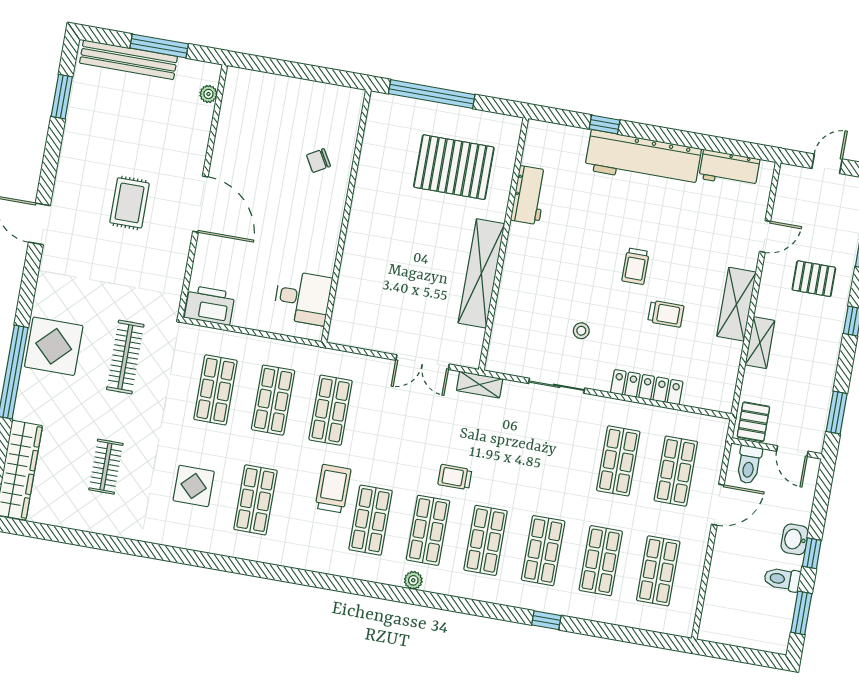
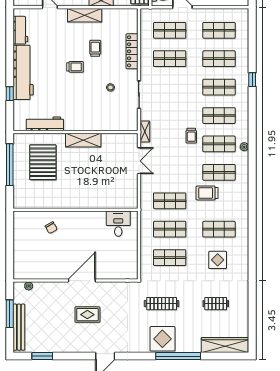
window: (432, 94) -> (10, 165), moved
workbench: (529, 195) -> (45, 124), width x1.38
shelving: (481, 273) -> (83, 140), width x0.68
printer: (210, 305) -> (130, 268), removed

